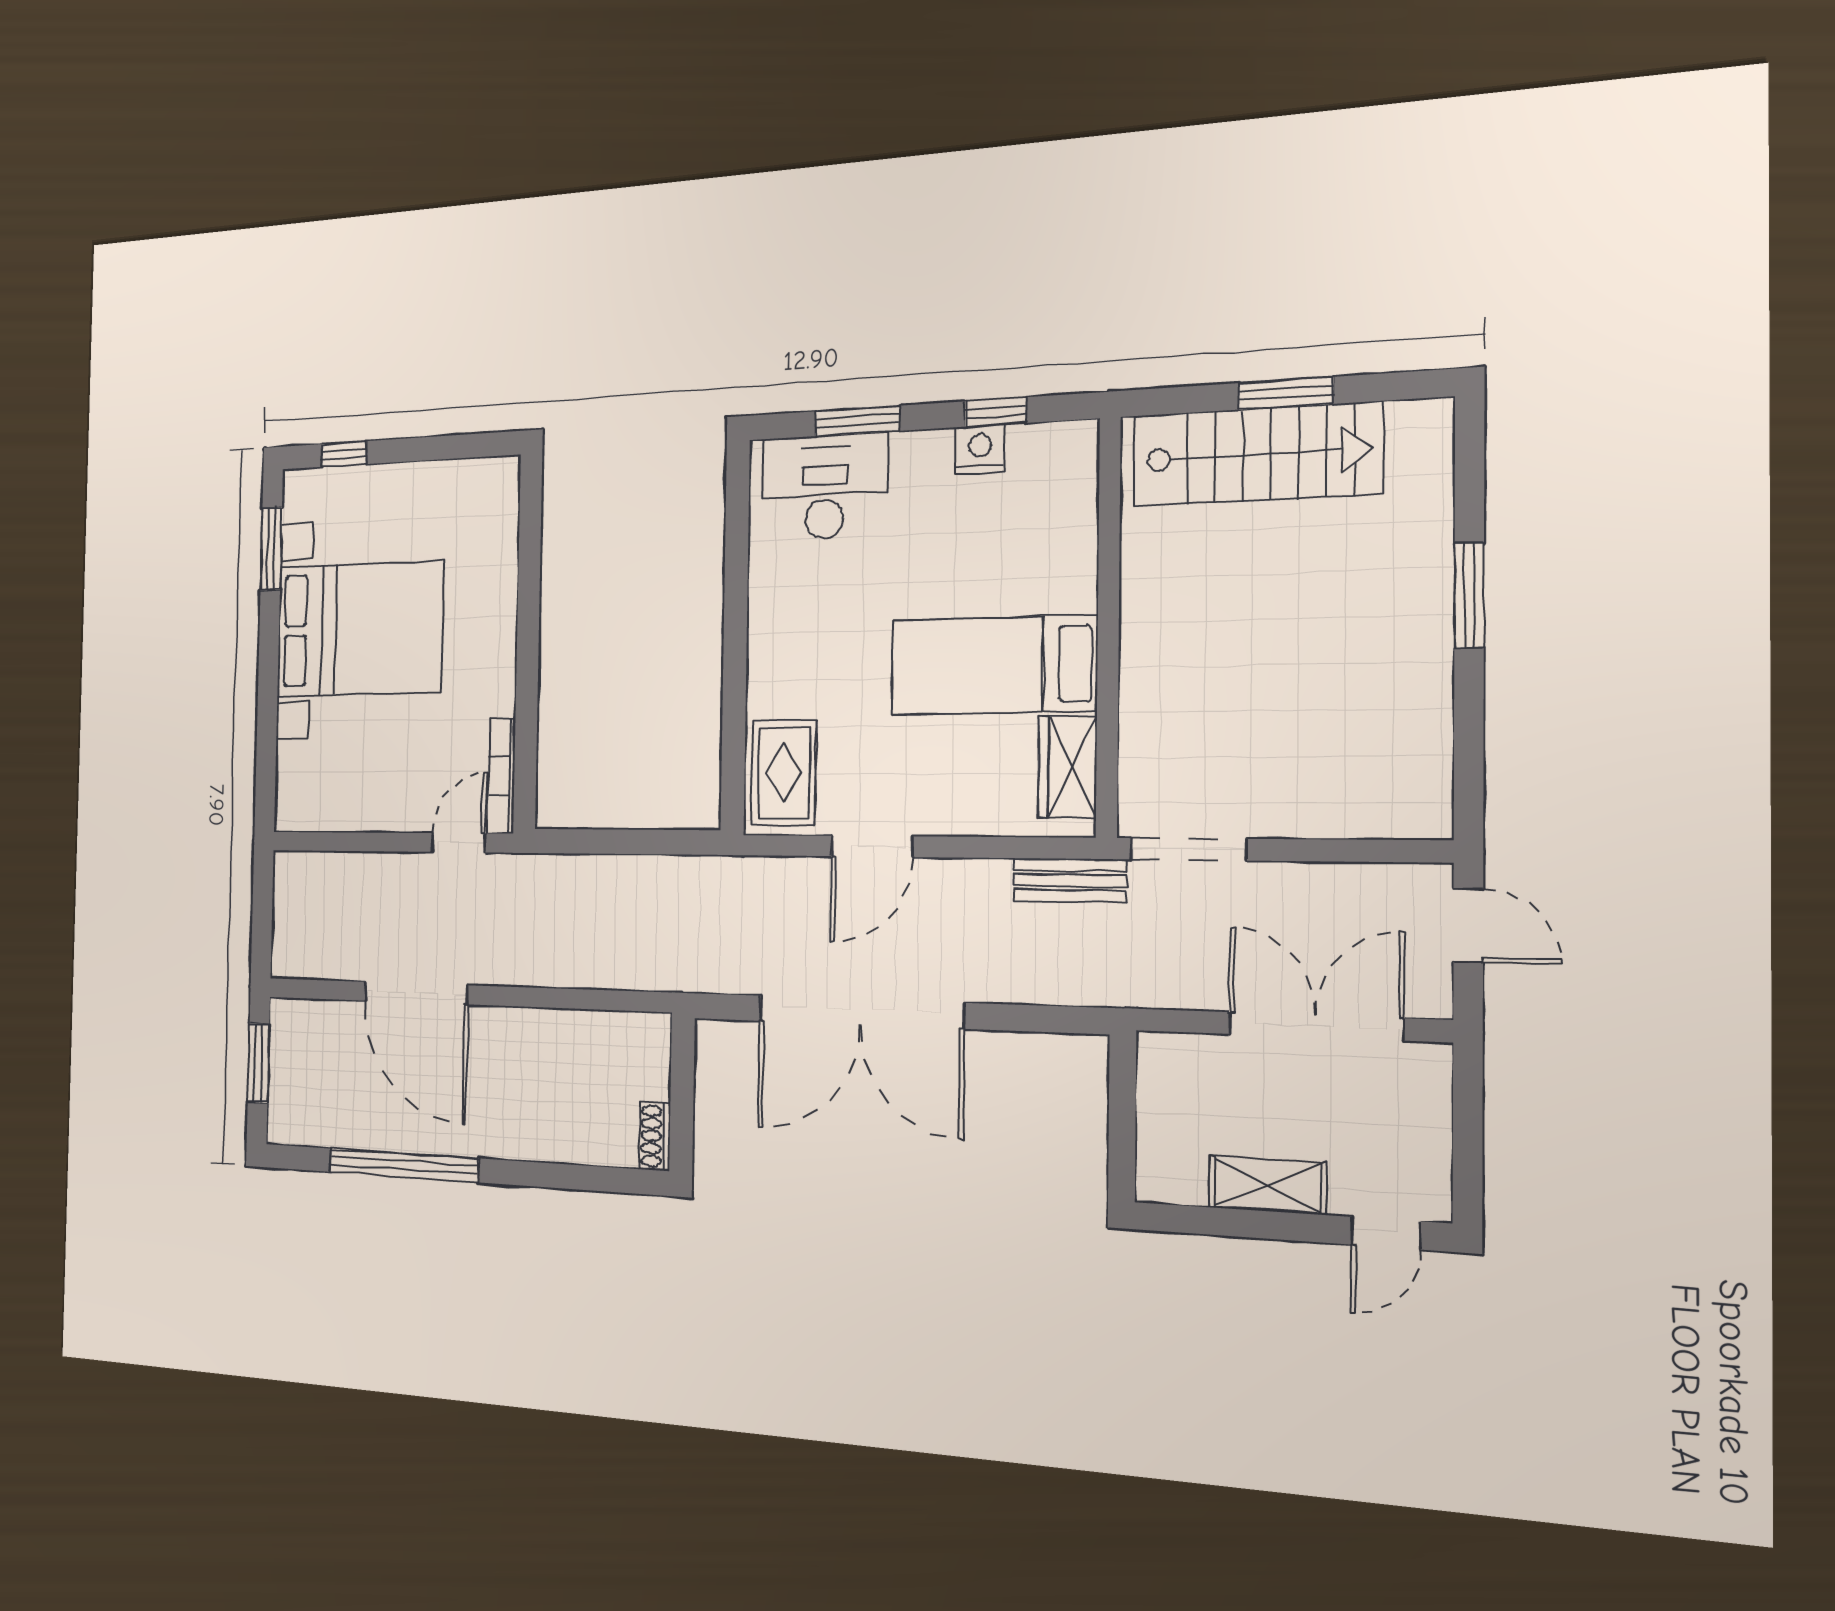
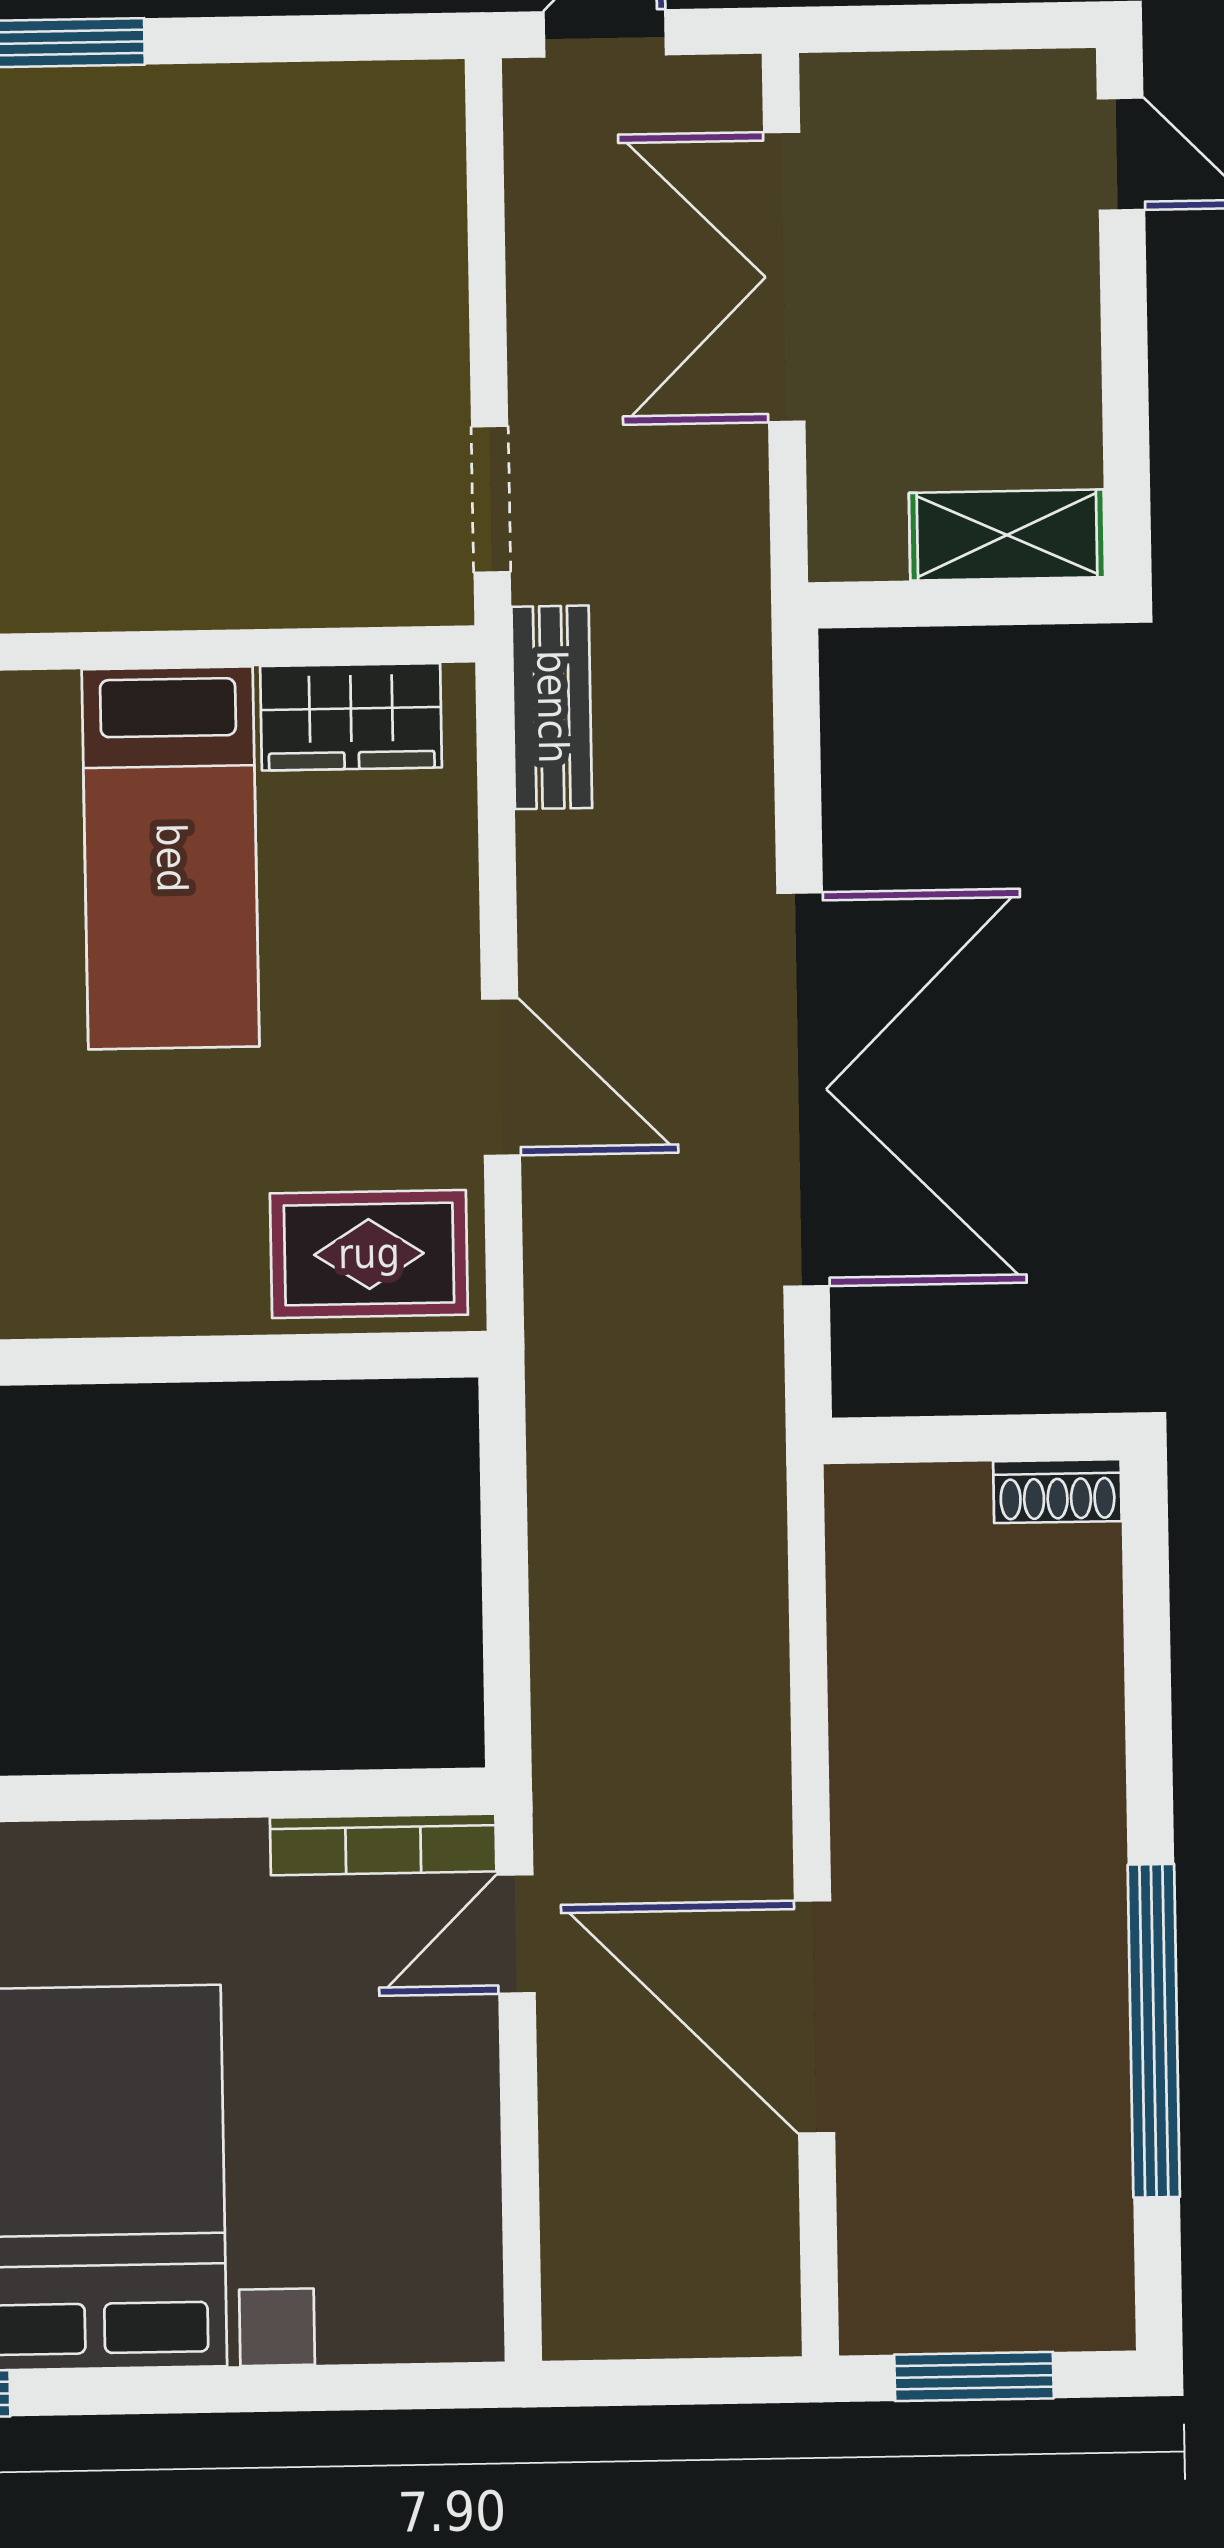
door: (459, 843) -> (516, 1934), hinge flipped
doorway: (1188, 849) -> (491, 499), width x0.73
door: (416, 993) -> (815, 2017), swing flipped
shelving: (1267, 1185) -> (1007, 535), moved, turned 90

